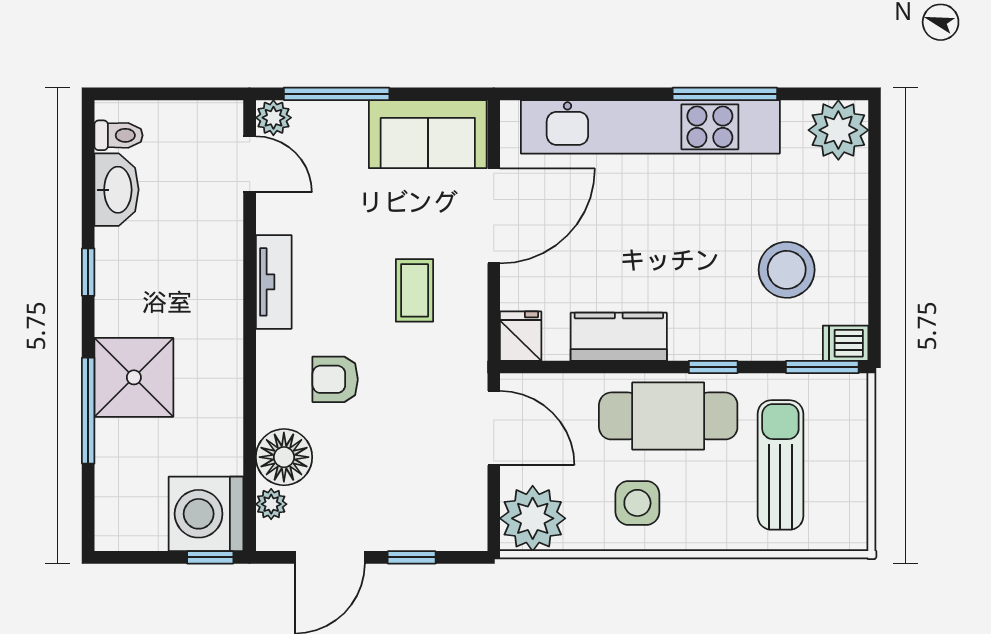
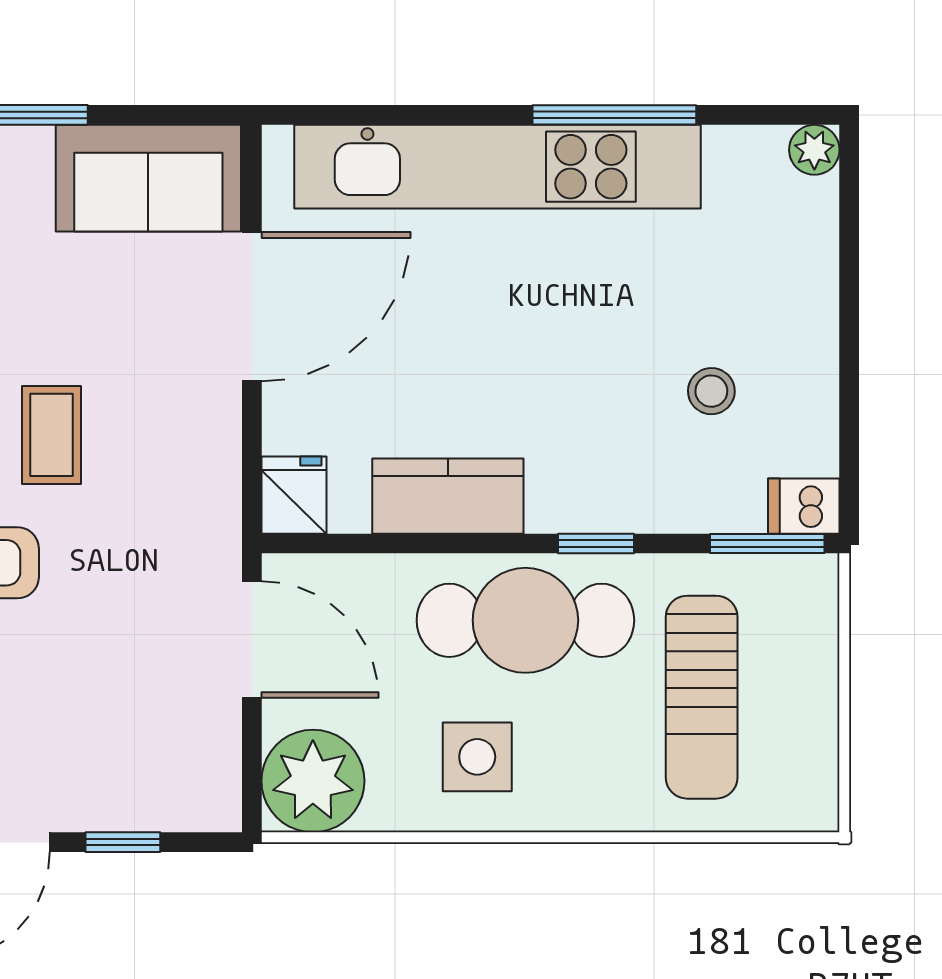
plant: (838, 130) -> (814, 150), width x0.53, depth x0.53
stool: (787, 270) -> (711, 391), width x0.53, depth x0.53
coffee table: (415, 290) -> (52, 435), moved
sun lounger: (780, 465) -> (702, 697), turned 180

